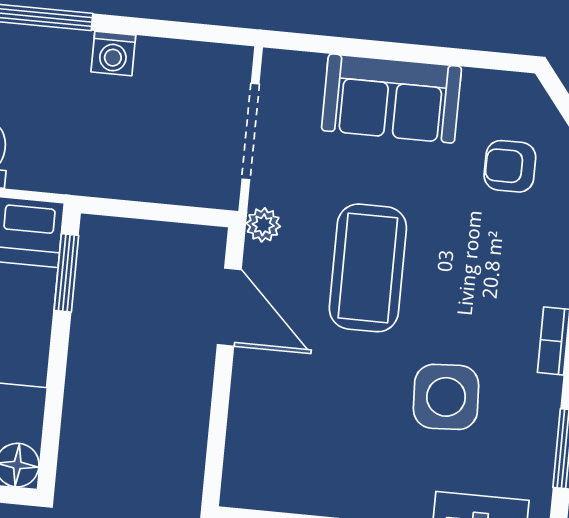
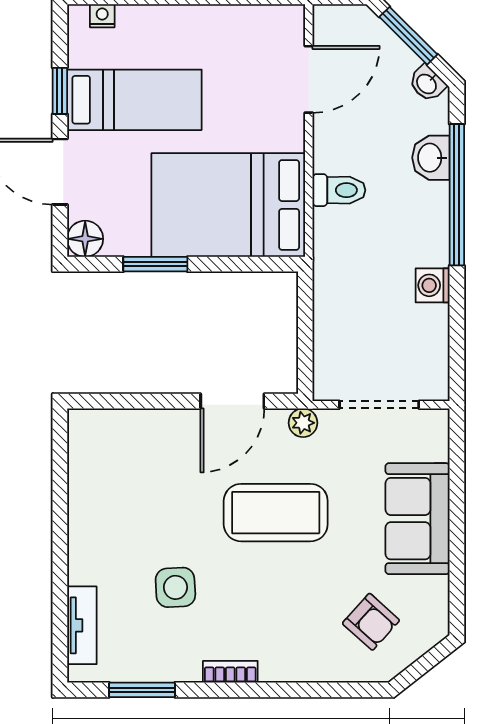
armchair: (510, 166) -> (371, 622), turned 132
window: (66, 273) -> (155, 264), moved
side table: (446, 397) -> (175, 587), width x0.73, depth x0.73

